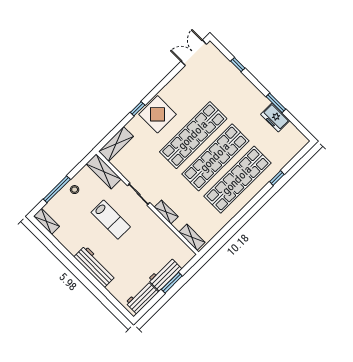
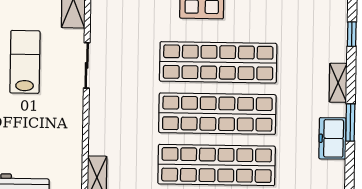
shelving: (166, 212) -> (338, 83), moved
lab bench: (111, 220) -> (25, 62), turned 180

